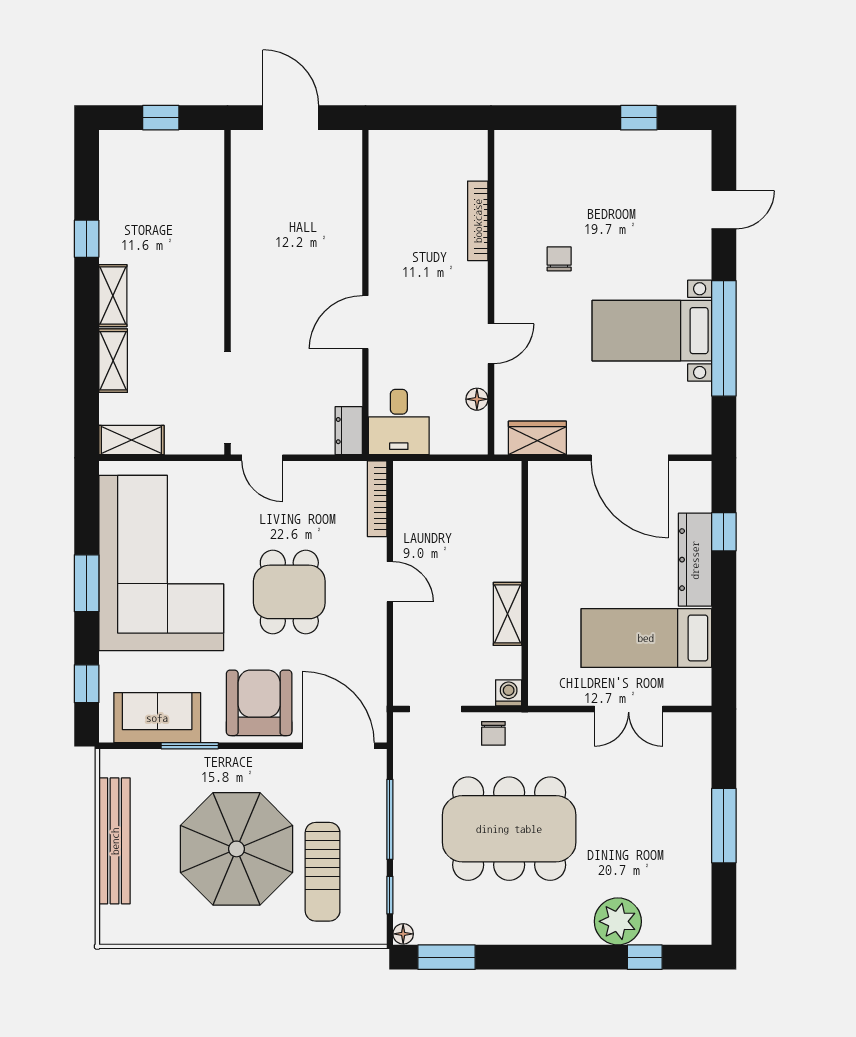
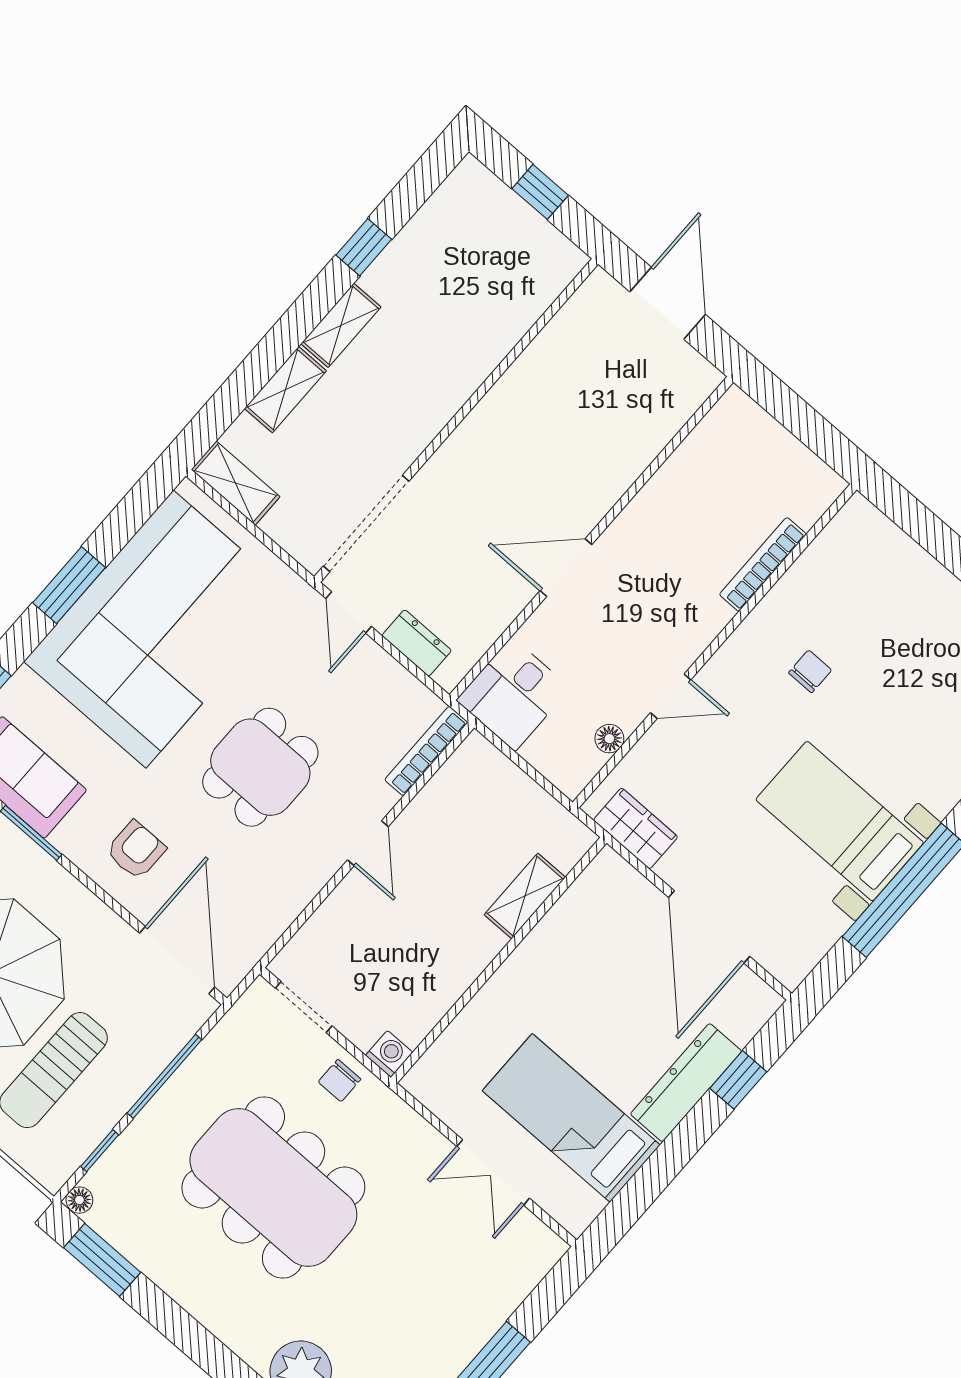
dresser: (349, 431) -> (417, 643), moved, turned 90
shelving: (507, 614) -> (525, 896), moved
armchair: (259, 703) -> (136, 850), width x0.53, depth x0.53

